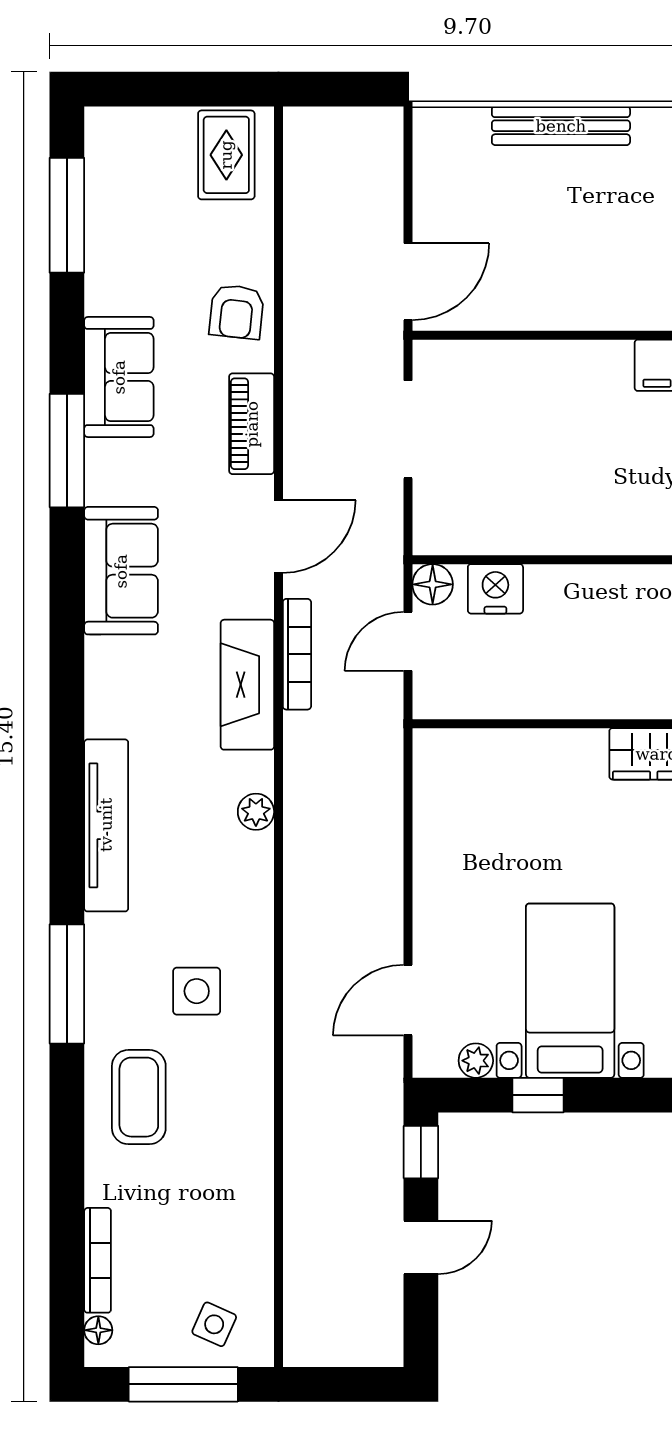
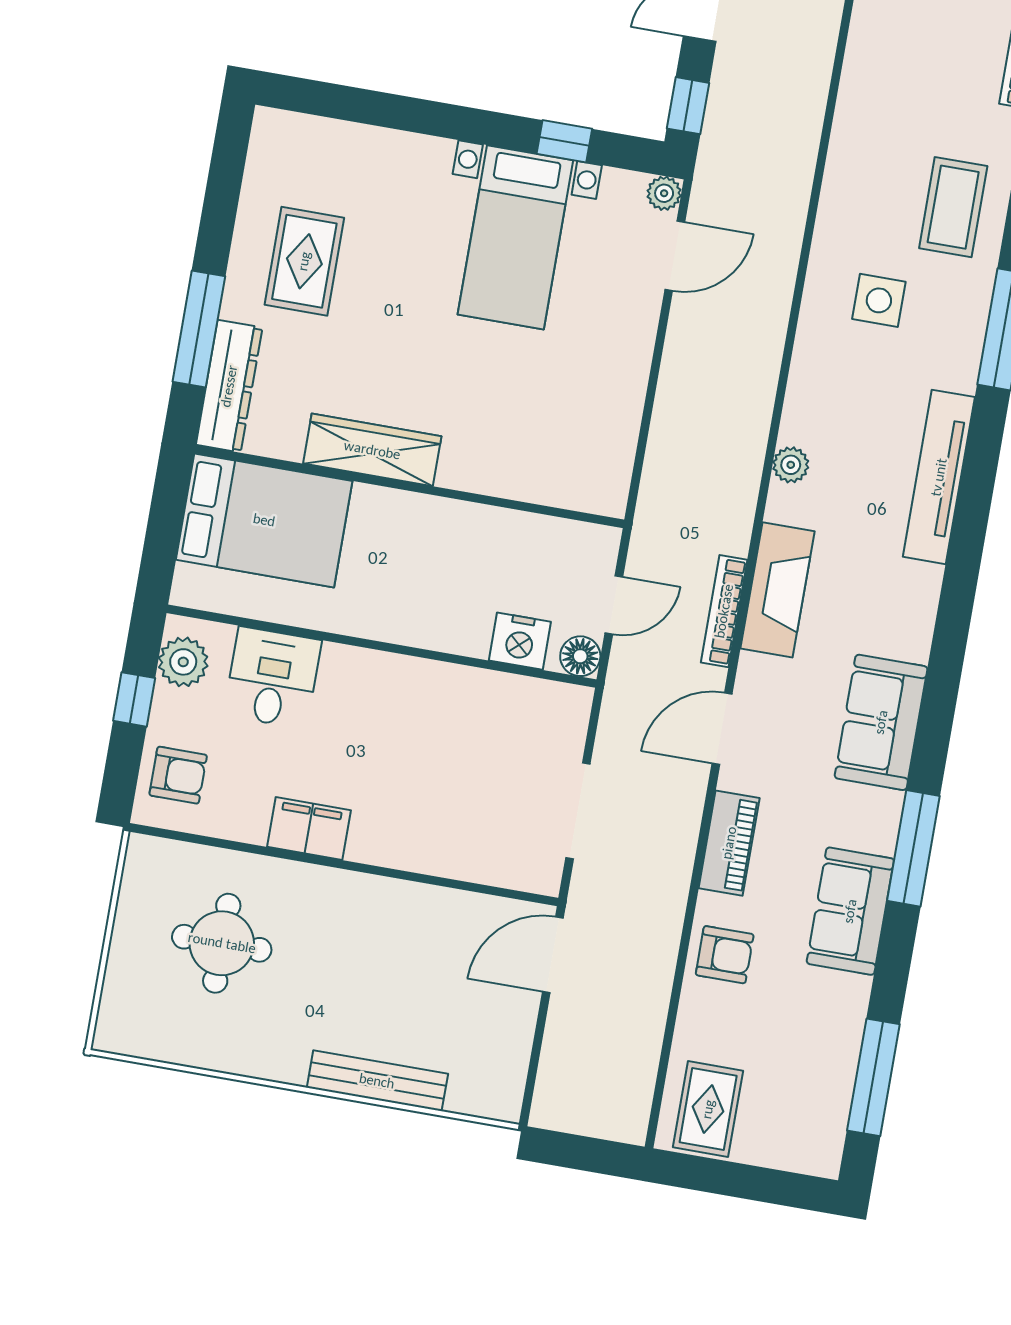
armchair: (237, 312) -> (725, 955), turned 84
plant: (476, 1061) -> (664, 193), moved

